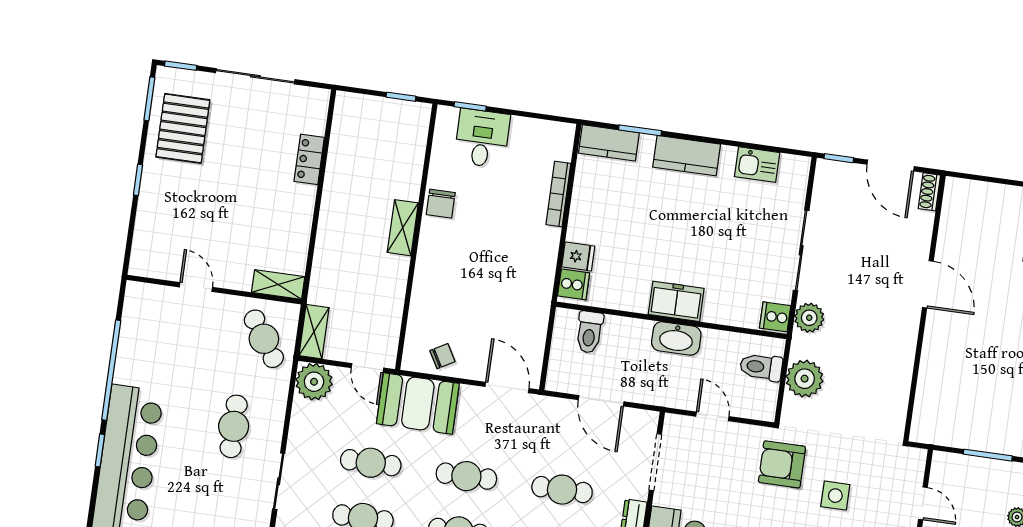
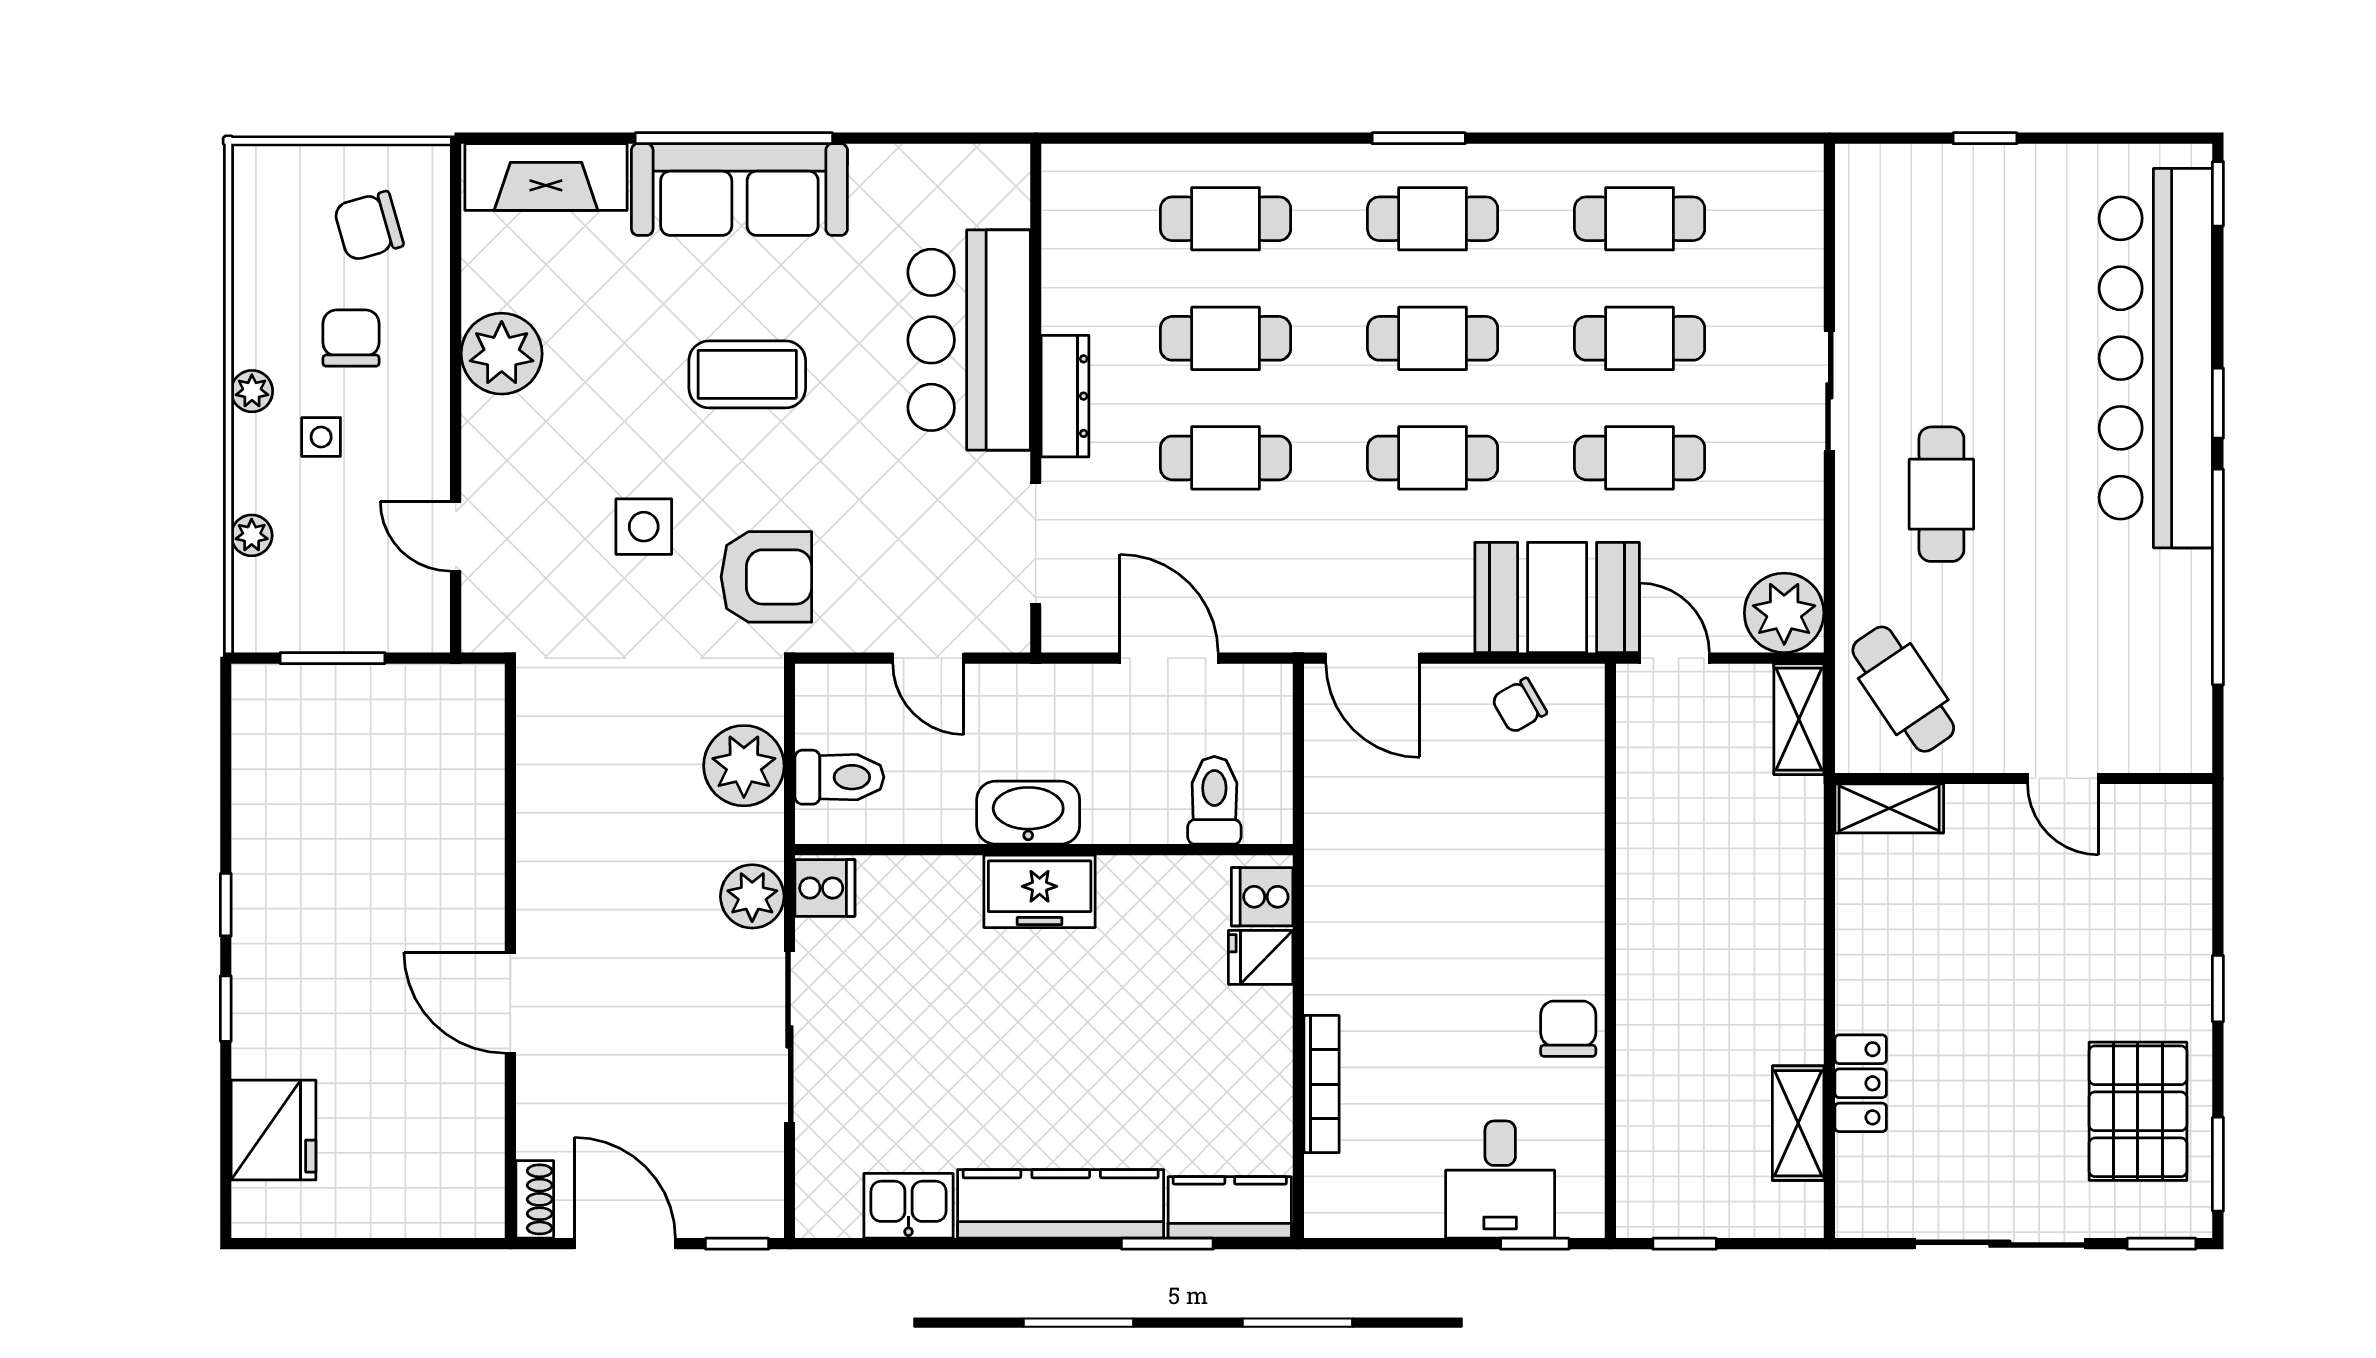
kitchen counter: (687, 156) -> (1061, 1204), width x1.50
shelving: (403, 228) -> (1798, 1123), moved

